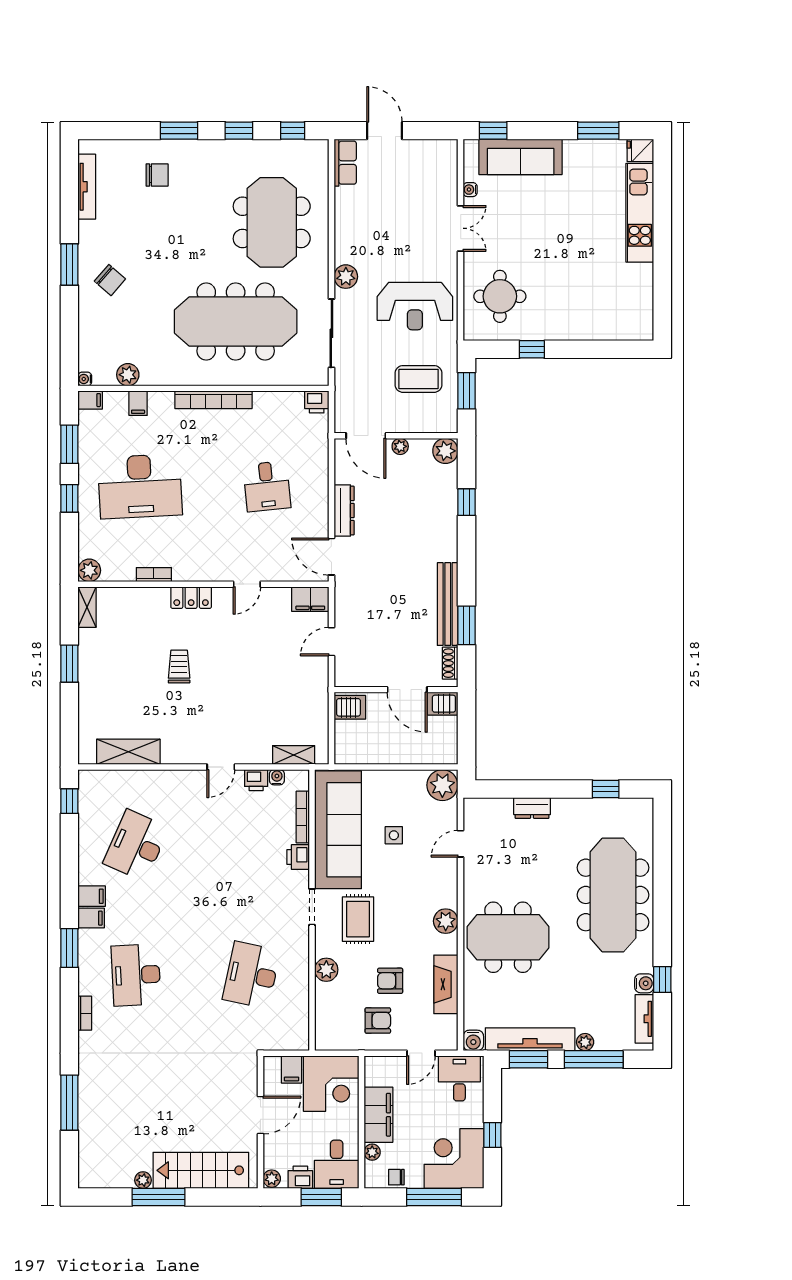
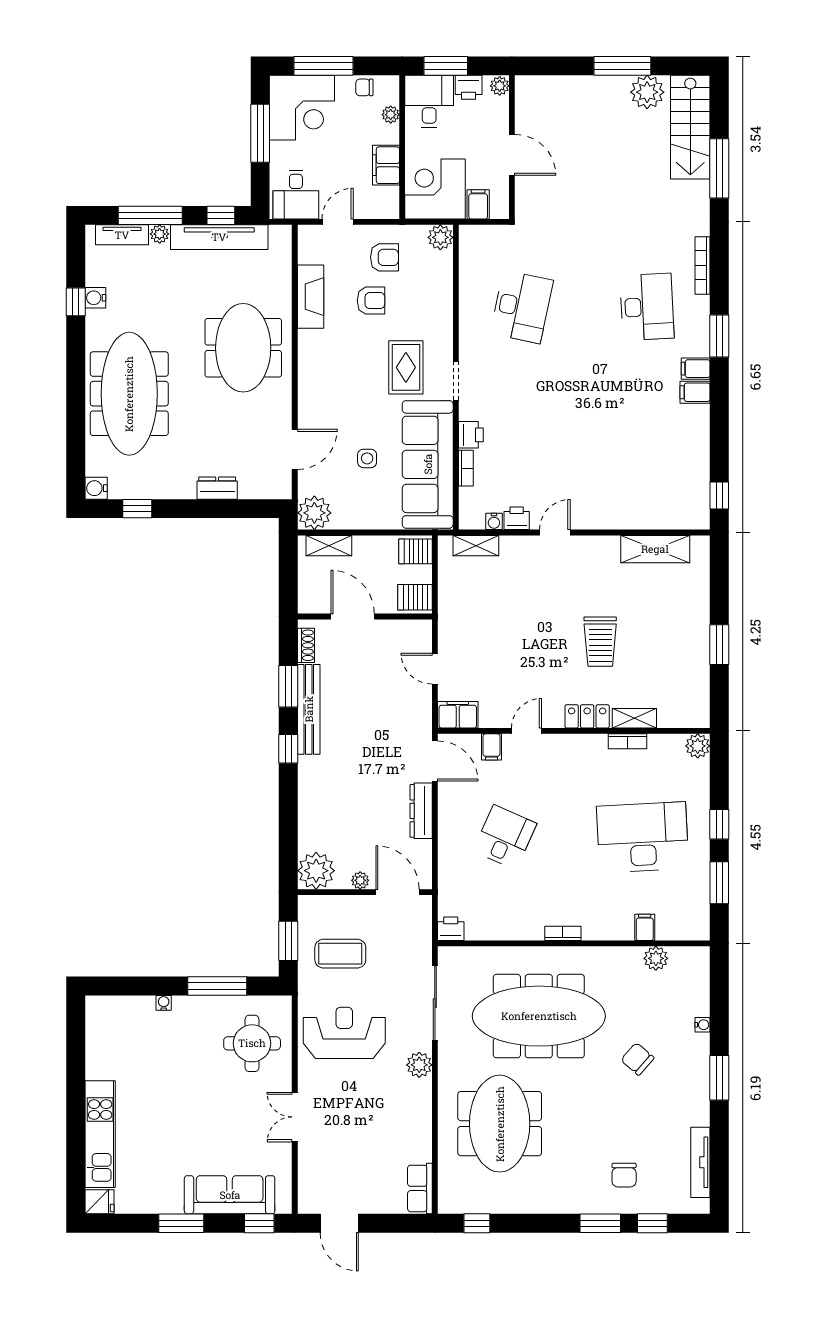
window: (239, 131) -> (652, 1223), moved
door: (384, 131) -> (339, 1223), moved
window: (598, 131) -> (181, 1223), moved
chair: (157, 175) -> (624, 1175), turned -90
water cooler: (470, 190) -> (164, 1003), moved, turned -90
chair: (110, 280) -> (637, 1059), moved
window: (532, 349) -> (217, 986), width x2.17
water cooler: (85, 379) -> (702, 1025), moved
filing cabinet: (90, 400) -> (491, 747), moved, turned -90
bookcase: (213, 400) -> (563, 933), width x0.43, depth x0.76
plant: (445, 451) -> (316, 871), width x1.36, depth x1.36
desk: (267, 486) -> (505, 837), turned 30
window: (467, 502) -> (288, 749), moved
shelving: (87, 607) -> (634, 718), moved, turned 90
door: (331, 642) -> (435, 669), swing flipped
trolley: (179, 666) -> (600, 642), width x1.36, depth x1.39
server rack: (443, 704) -> (415, 551), moved, turned 180
shelving: (429, 755) -> (329, 546), added
bookcase: (303, 817) -> (466, 468), width x0.64
door: (461, 844) -> (295, 449), width x1.38
desk: (136, 845) -> (647, 447), removed
plant: (446, 921) -> (311, 365), removed
meeting table: (508, 937) -> (243, 348), turned 90
plant: (326, 970) -> (440, 237), moved
bookcase: (85, 1013) -> (702, 265), width x1.56
tv unit: (644, 1019) -> (122, 235), moved, turned 90
armchair: (378, 1021) -> (384, 257), turned 180
water cooler: (473, 1040) -> (96, 488), moved, turned -90
window: (529, 1059) -> (221, 215), width x0.67
door: (260, 1115) -> (512, 155), swing flipped
filing cabinet: (378, 1115) -> (386, 165), width x0.67, depth x0.86
window: (492, 1135) -> (260, 133), width x2.17
stairs: (201, 1170) -> (690, 127), moved, turned 90
chair: (396, 1177) -> (364, 87), turned 180
plant: (143, 1180) -> (647, 92), width x1.87, depth x1.87

